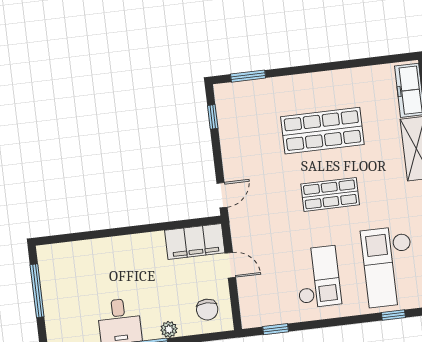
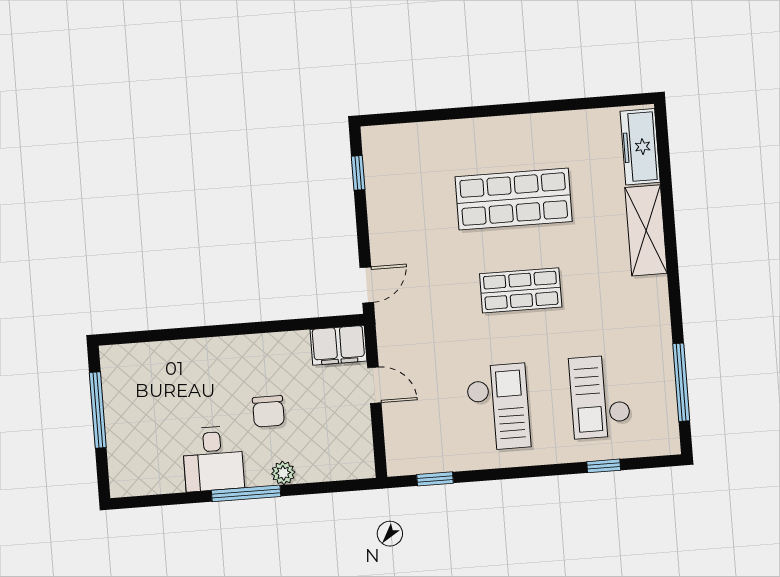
window: (248, 76) -> (411, 117), removed
filing cabinet: (195, 242) -> (338, 345), width x0.67, depth x0.86
checkout: (389, 267) -> (600, 397), width x0.73, depth x0.83
chair: (207, 310) -> (268, 411), moved

